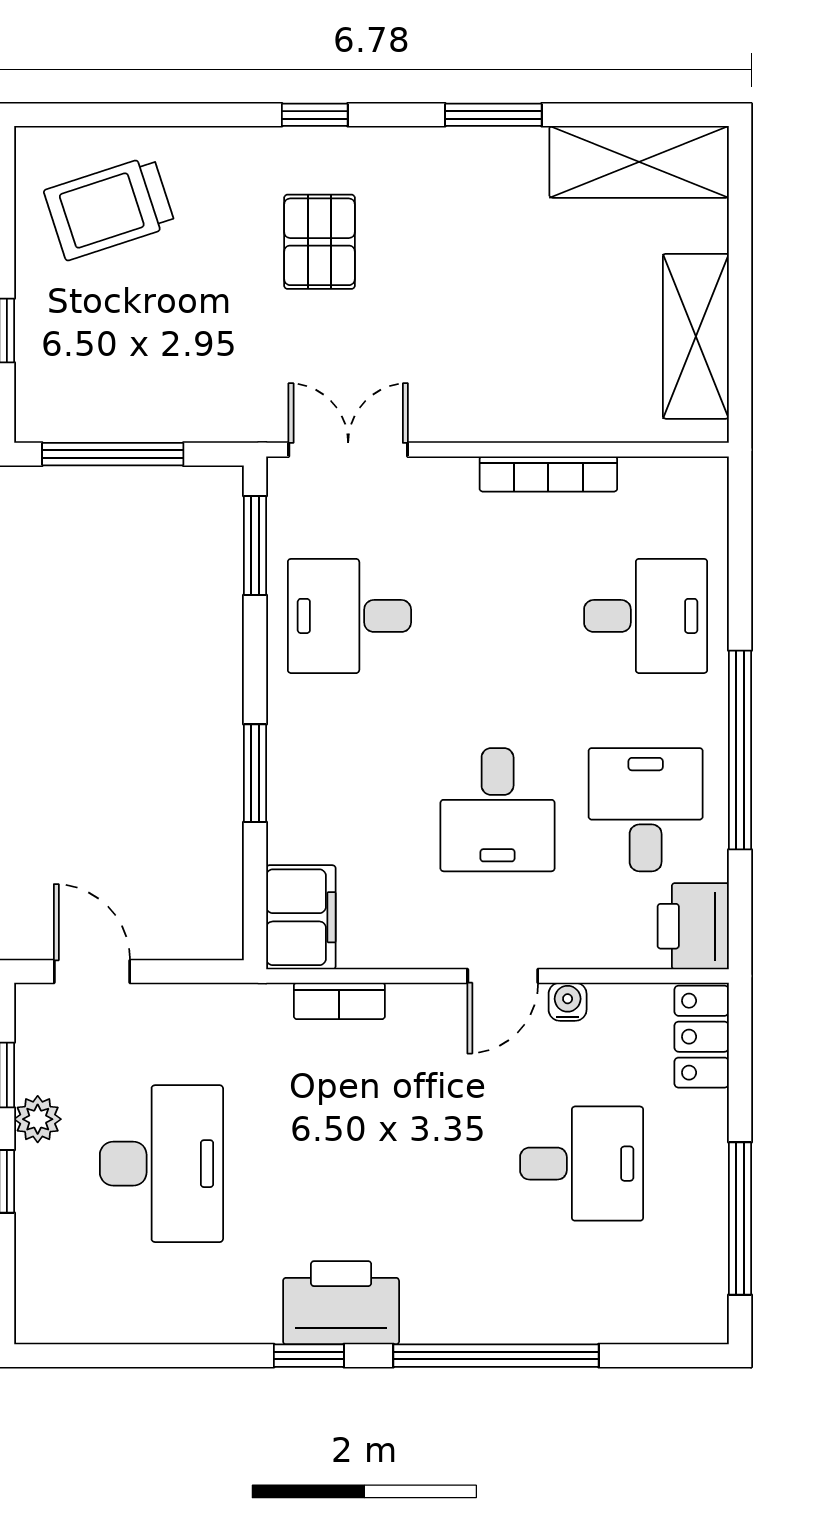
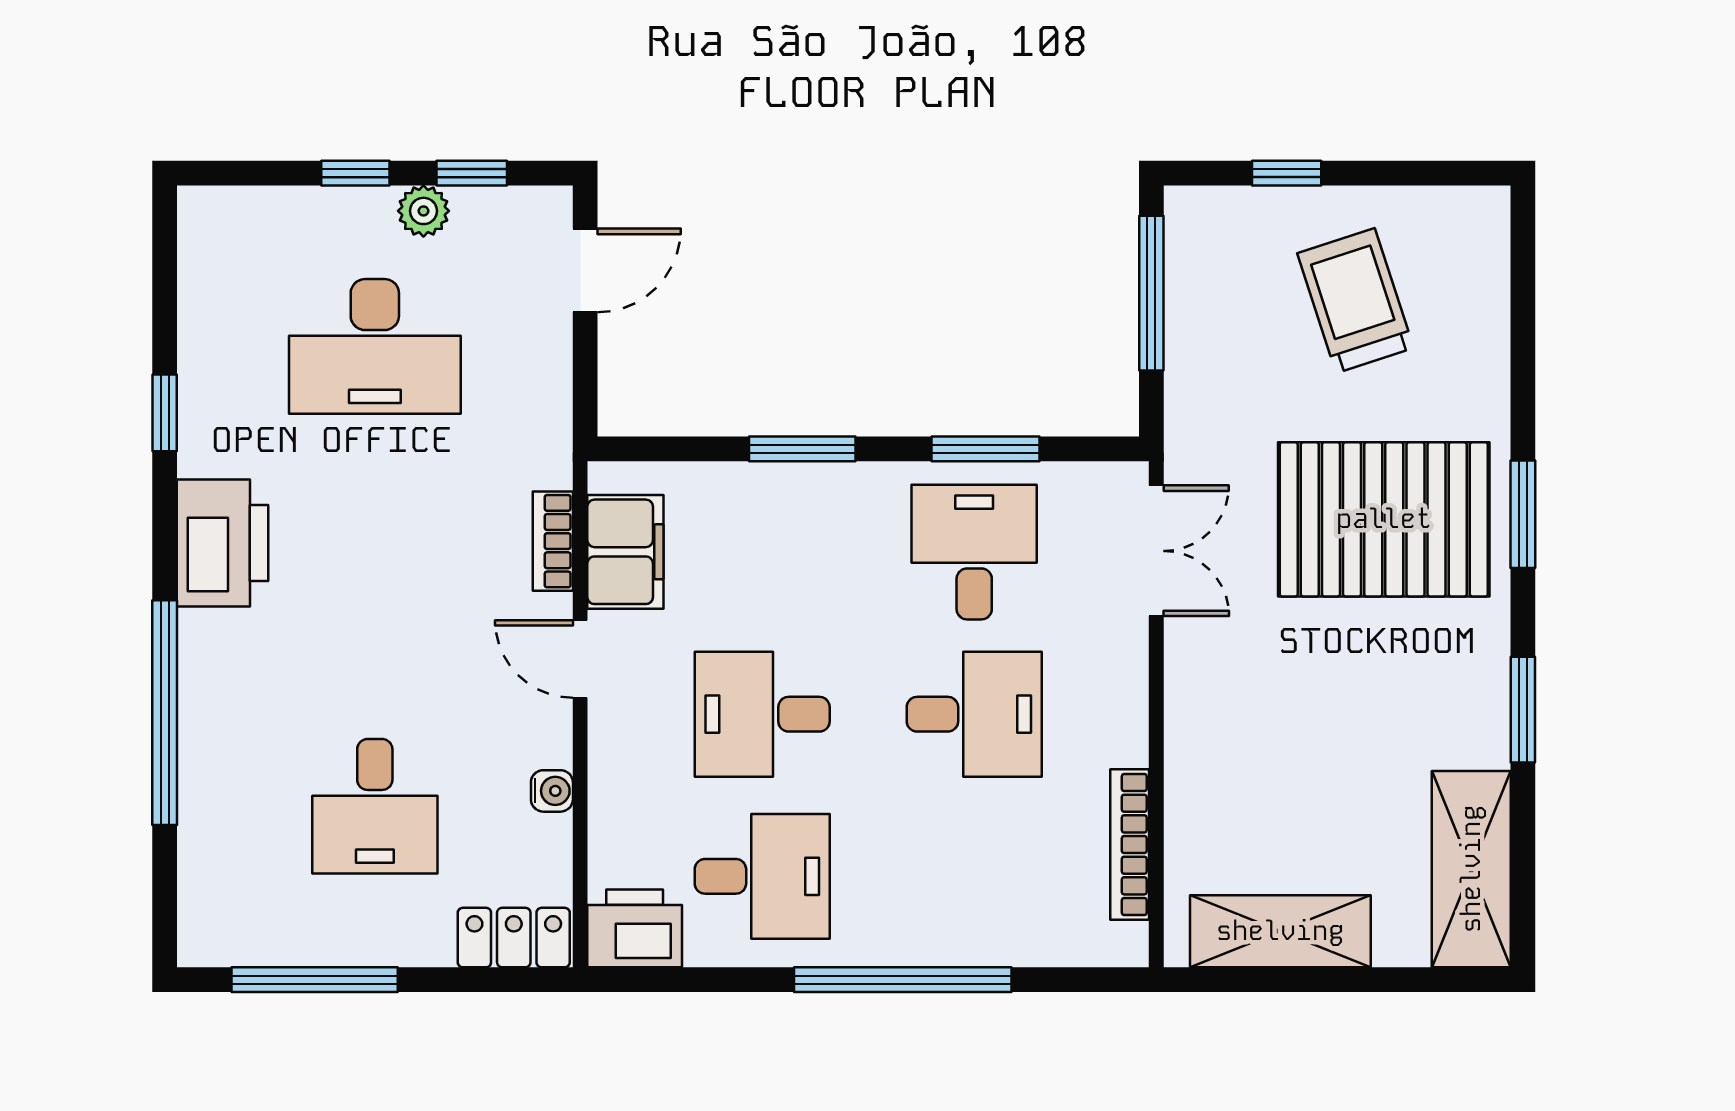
window: (315, 115) -> (1523, 514), width x1.50
trolley: (109, 208) -> (1355, 301), moved
pallet: (320, 242) -> (1384, 519), width x2.05, depth x2.00
bookcase: (548, 474) -> (1130, 845), moved
window: (255, 546) -> (985, 449), moved
desk: (646, 616) -> (974, 714), moved, turned -90
window: (740, 750) -> (903, 980), moved
filing cabinet: (301, 917) -> (625, 552), moved, turned -90
door: (503, 976) -> (580, 659), moved
window: (309, 1356) -> (165, 413), moved

